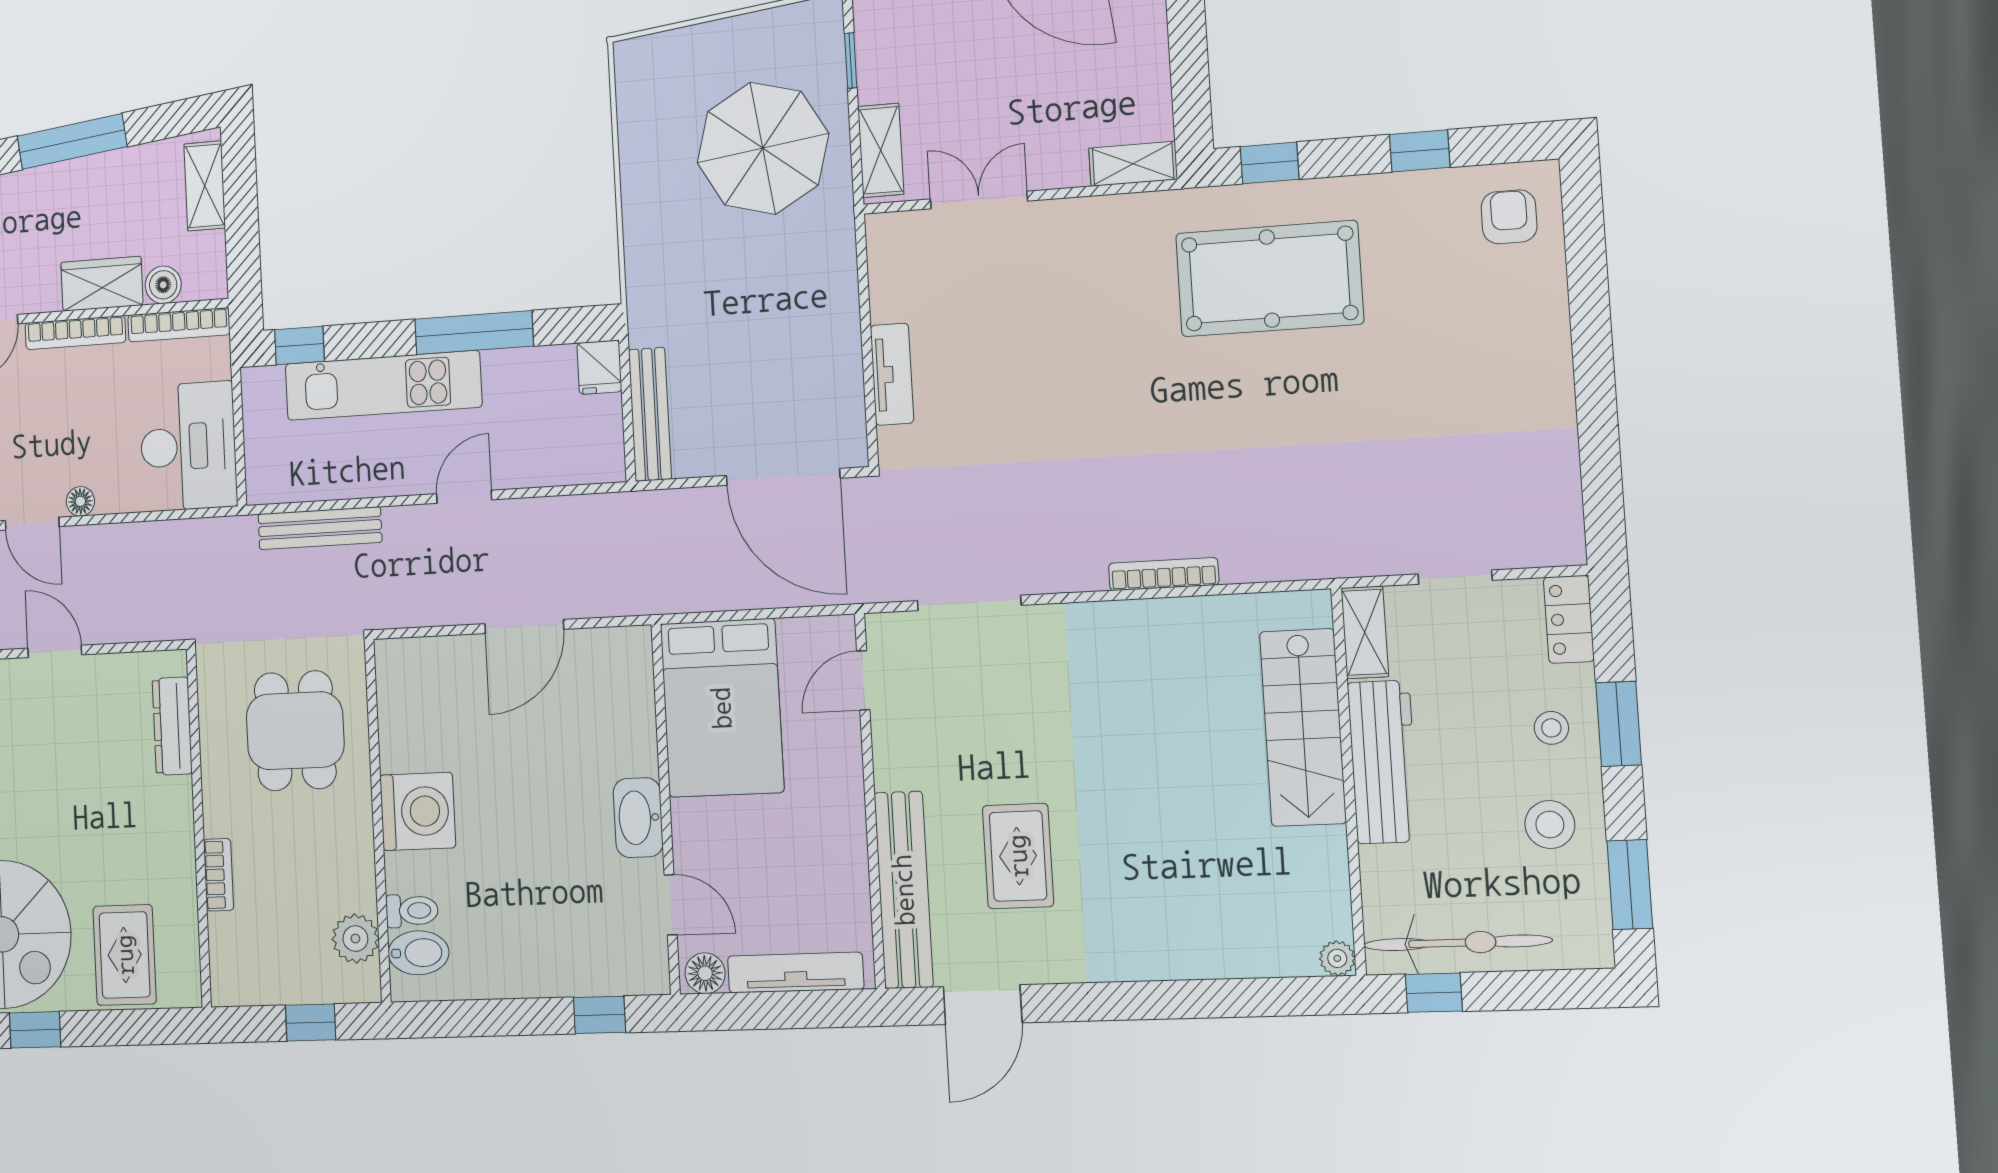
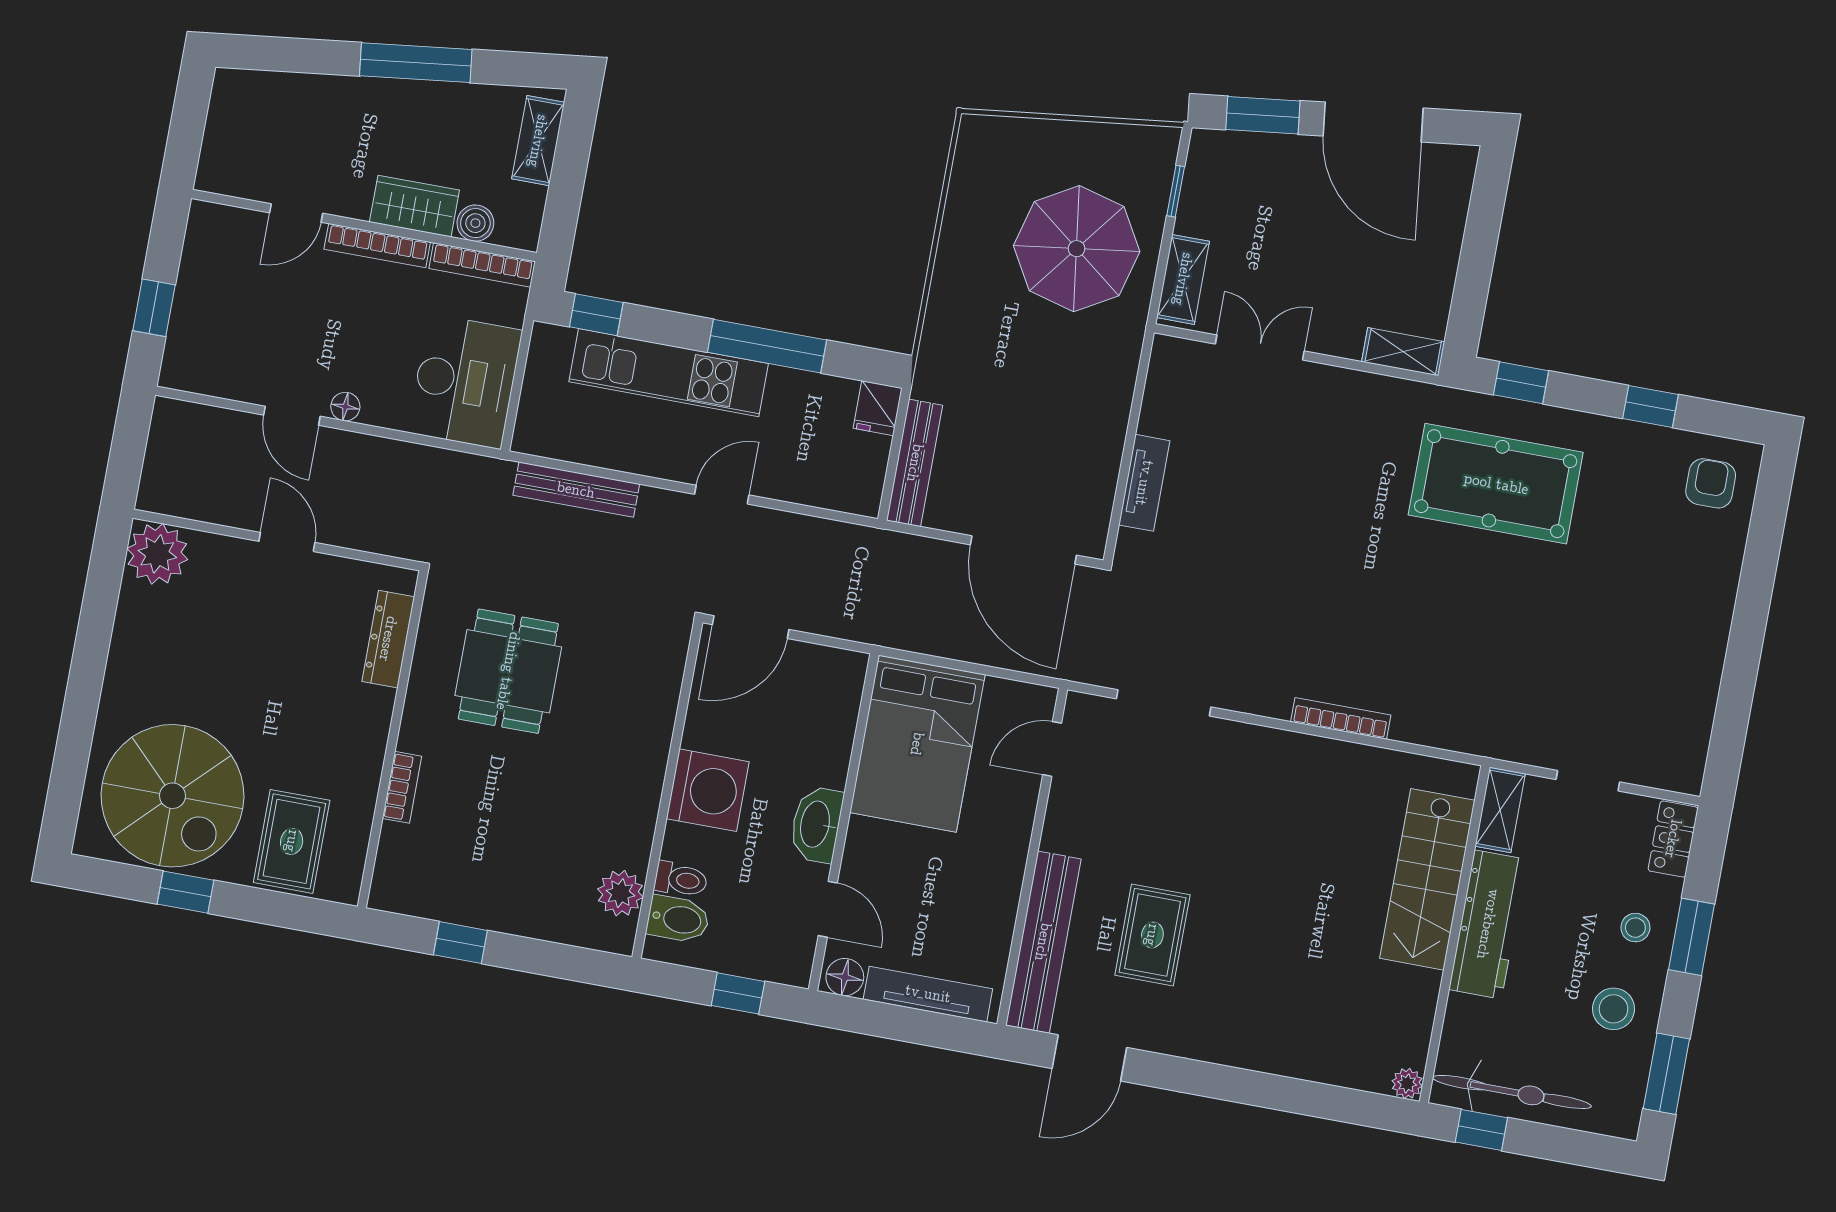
washing machine: (418, 811) -> (708, 790), moved
wall: (378, 820) -> (667, 790), moved
toilet: (412, 911) -> (681, 880), moved
plant: (355, 939) -> (620, 893), moved
bidet: (419, 953) -> (678, 919), moved

